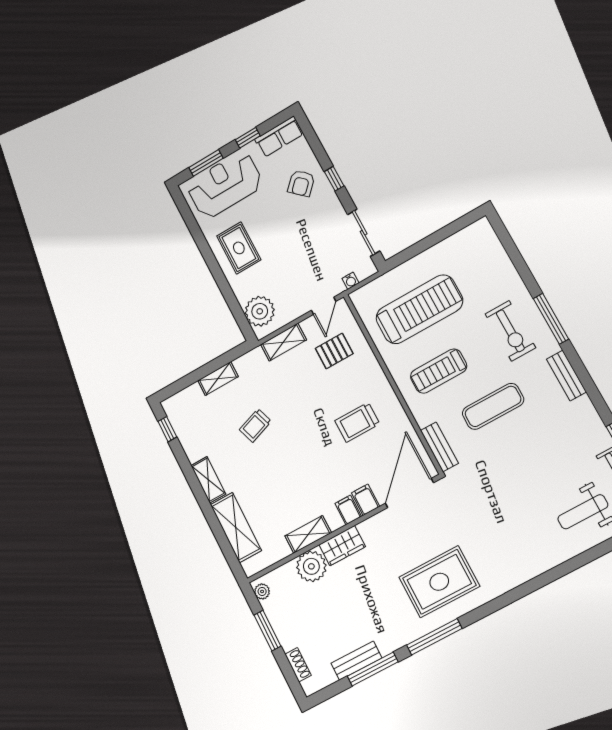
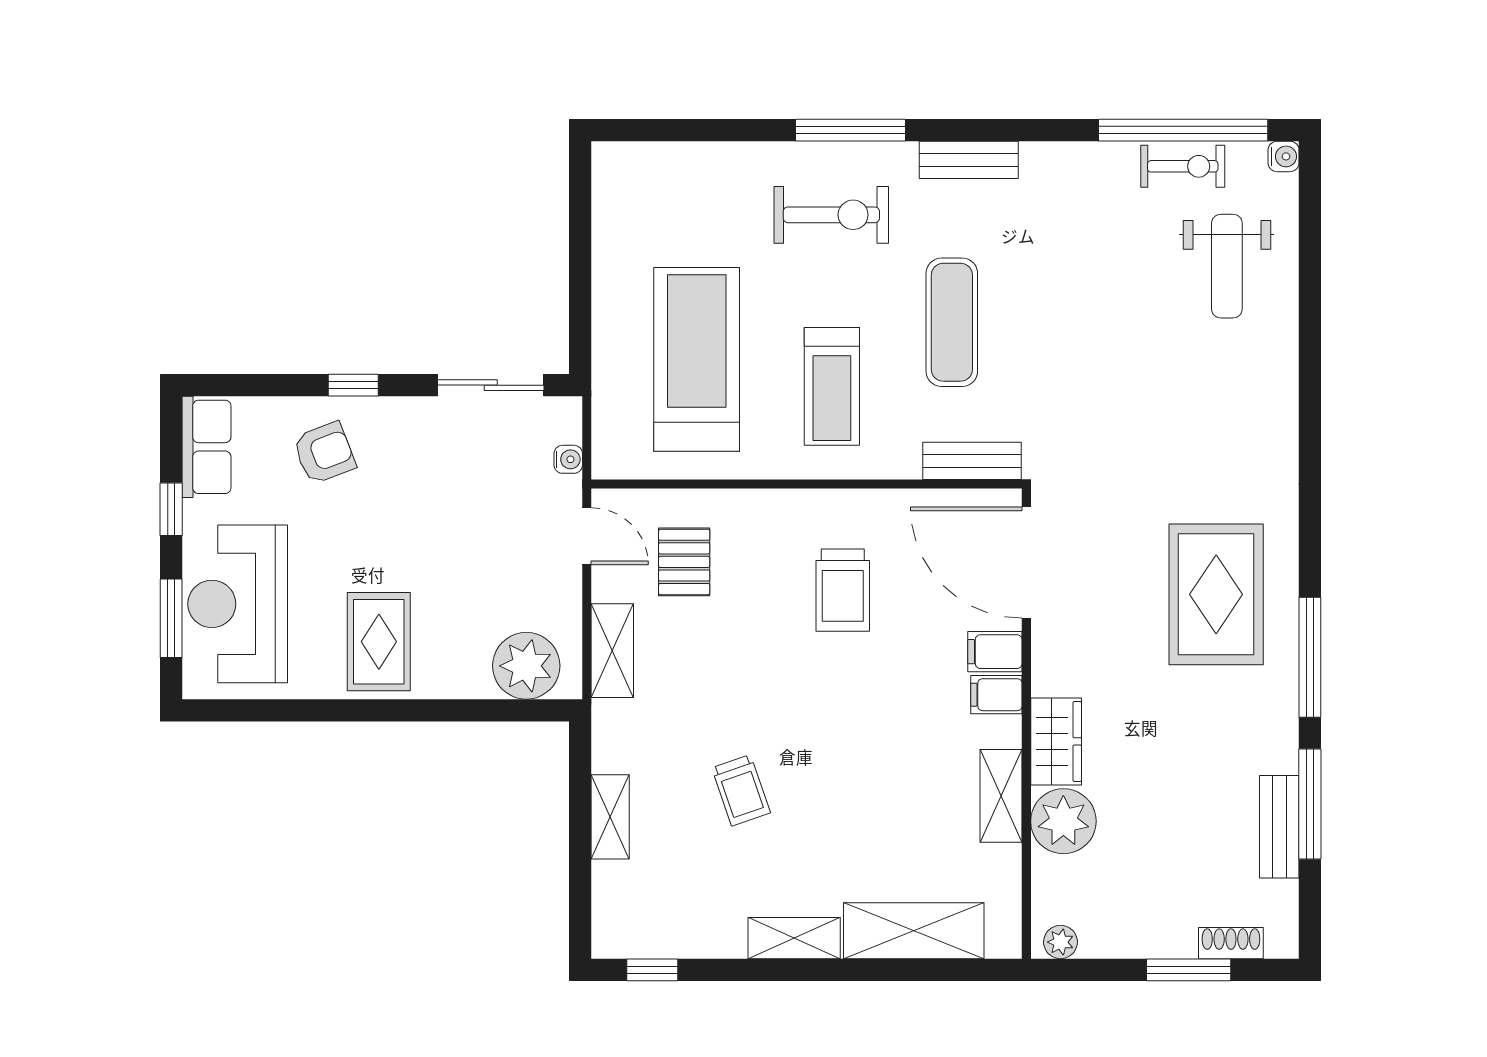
armchair: (301, 183) -> (324, 453), turned -65
rug: (239, 248) -> (379, 642), turned 90
window: (267, 631) -> (1189, 970), moved

